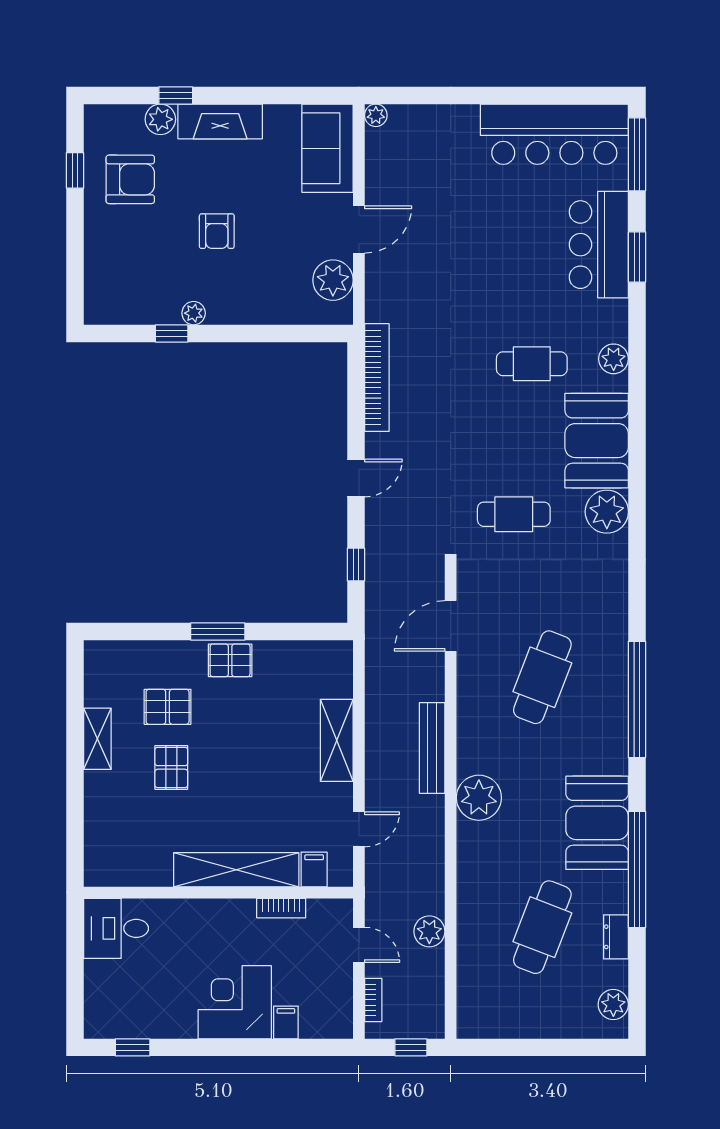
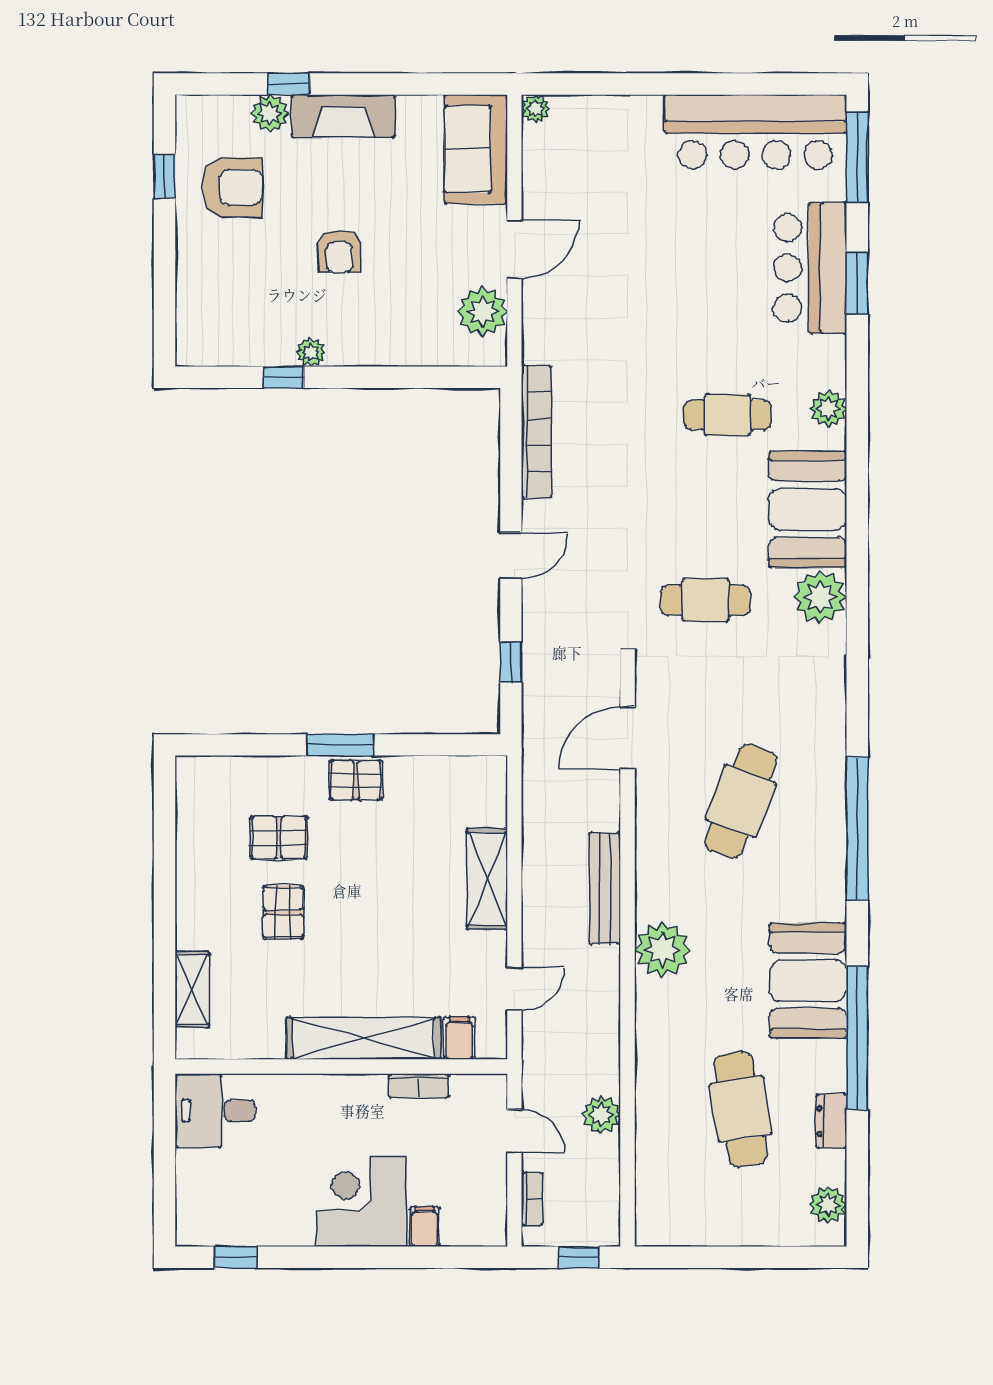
shelving: (97, 739) -> (192, 990), moved
cafe table: (542, 927) -> (741, 1109), turned -30

